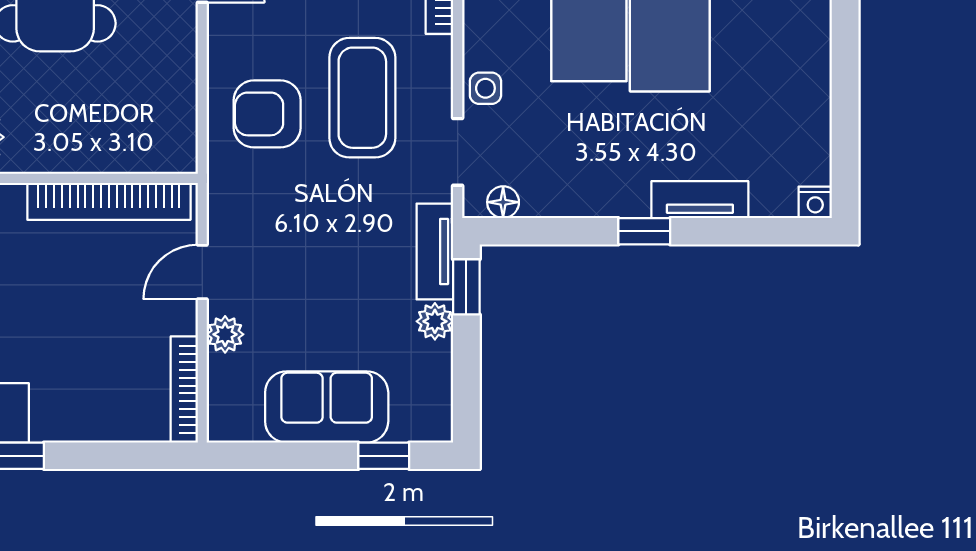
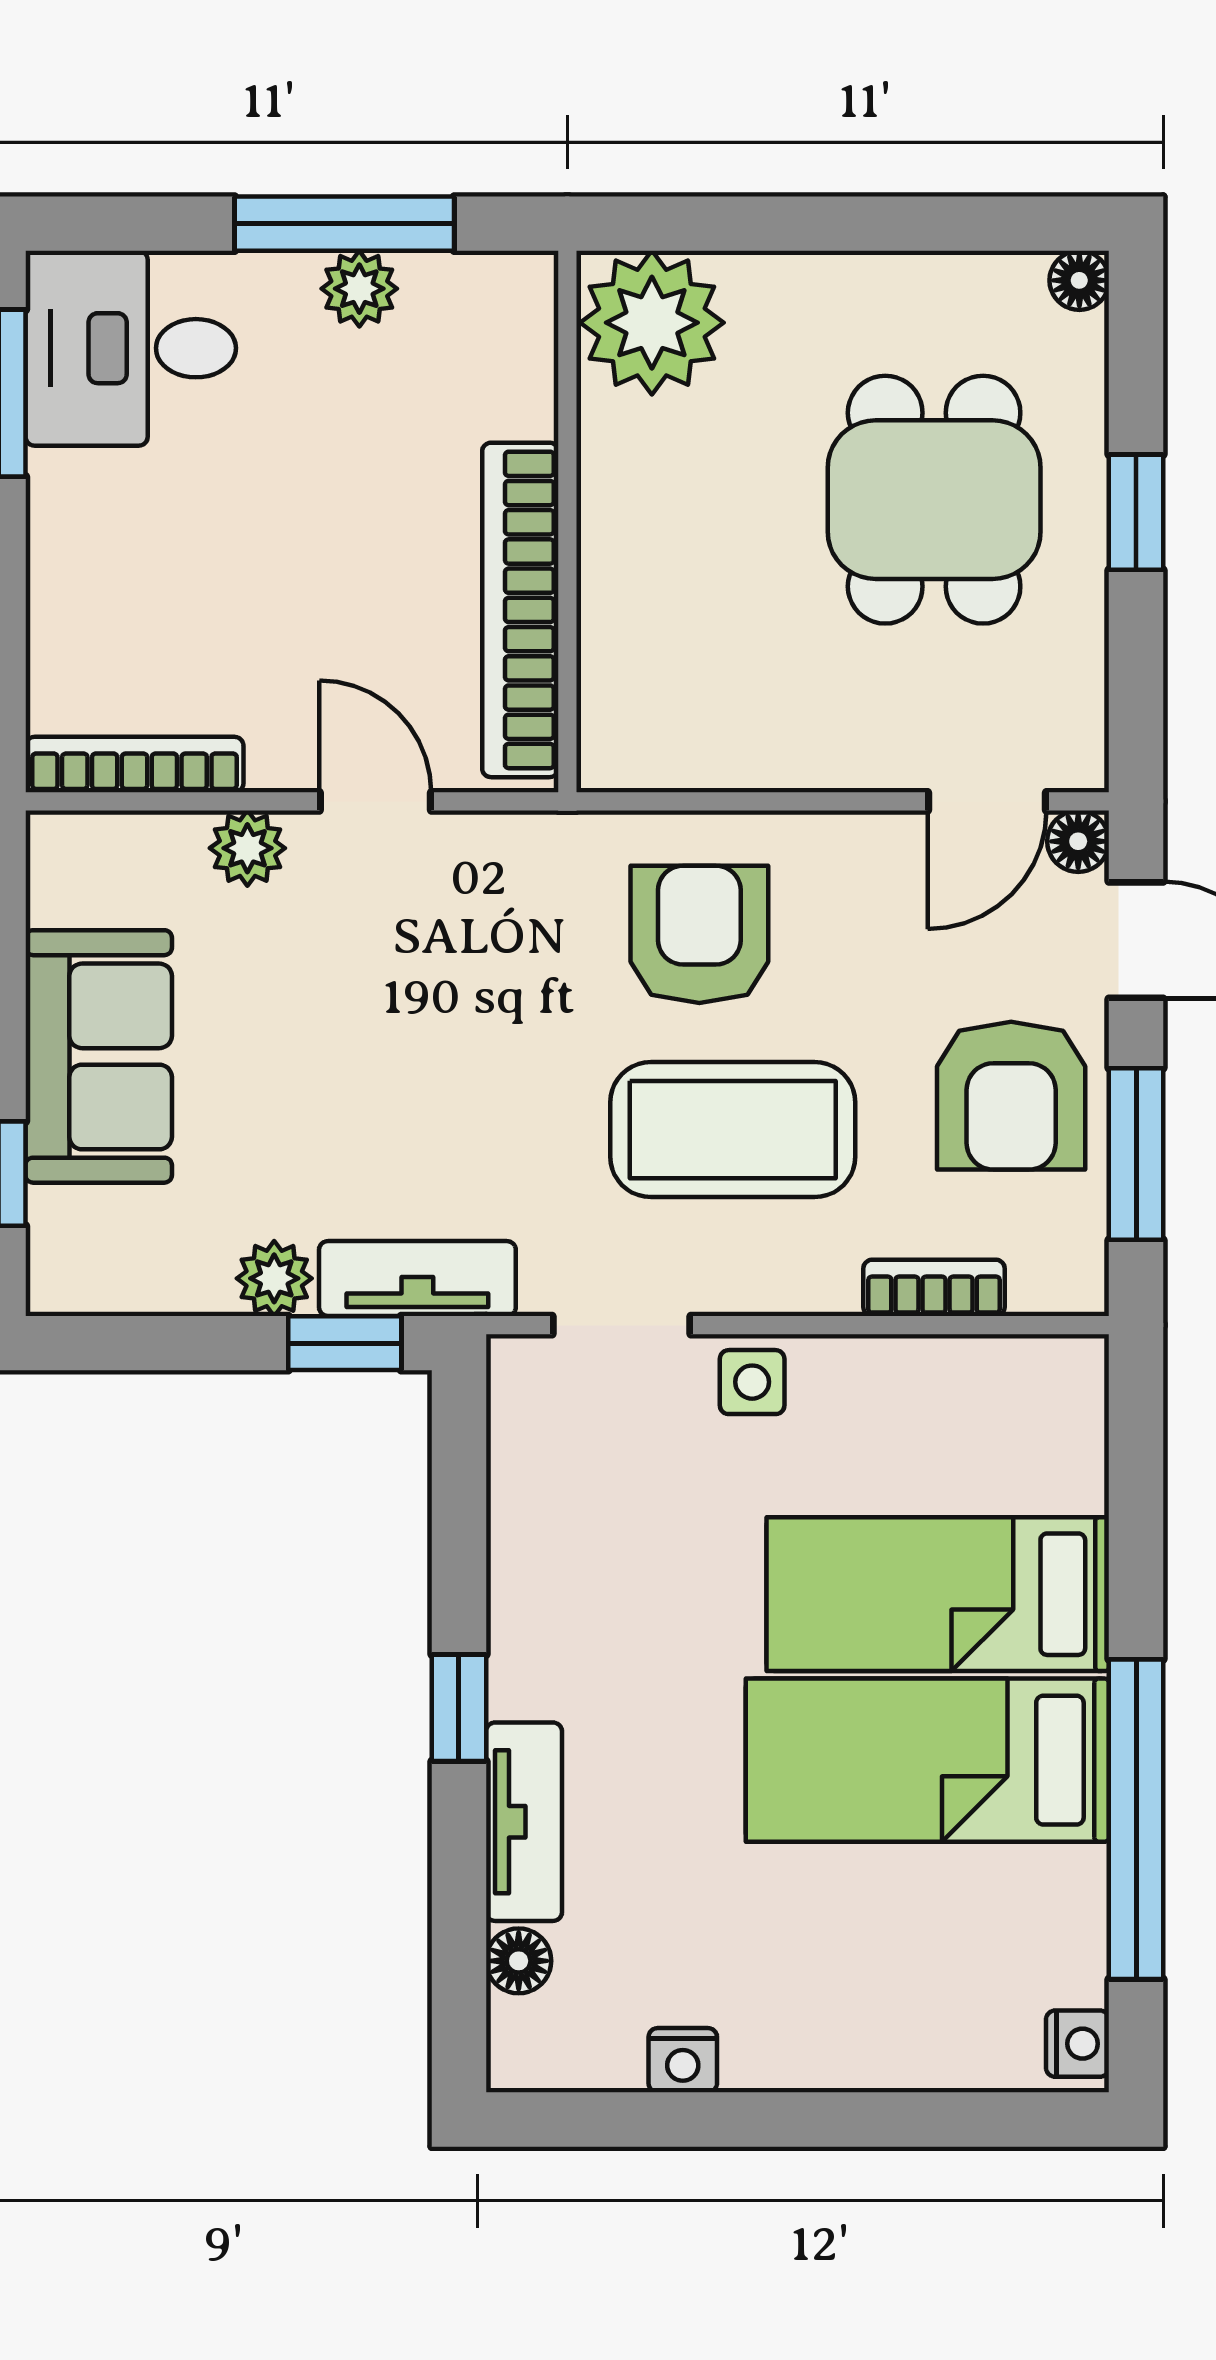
floor lamp: (503, 202) -> (519, 1961), moved
nightstand: (815, 202) -> (683, 2060), moved, turned -90

